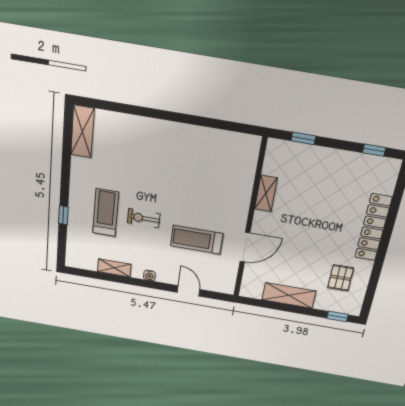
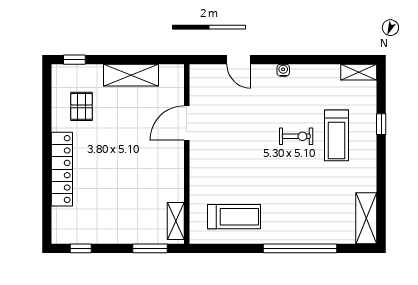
window: (151, 113) -> (300, 248), added
window: (303, 138) -> (150, 248), width x1.50
shelving: (266, 193) -> (176, 221), moved
treadmill: (197, 240) -> (234, 217), moved
shelving: (114, 268) -> (359, 72), moved

